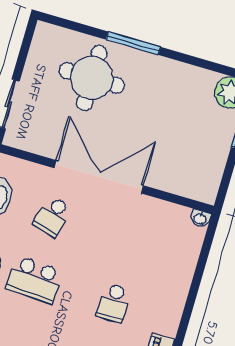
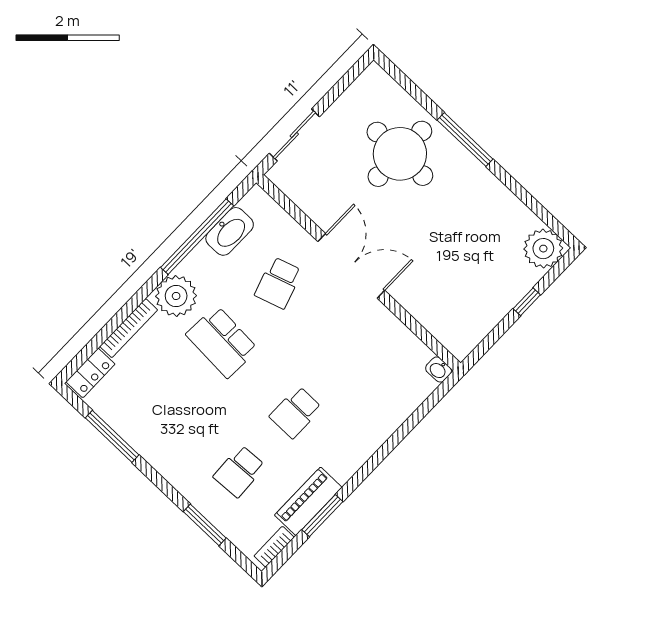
double door: (99, 177) -> (351, 266), width x0.73
school desk: (53, 216) -> (278, 283), turned -33

